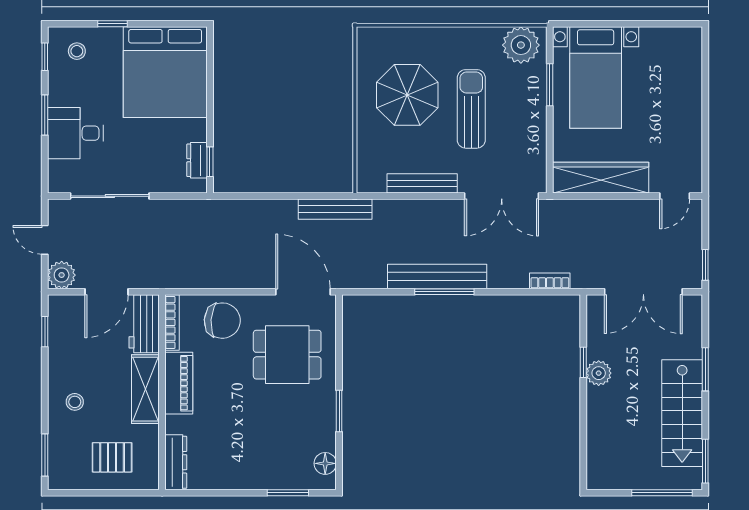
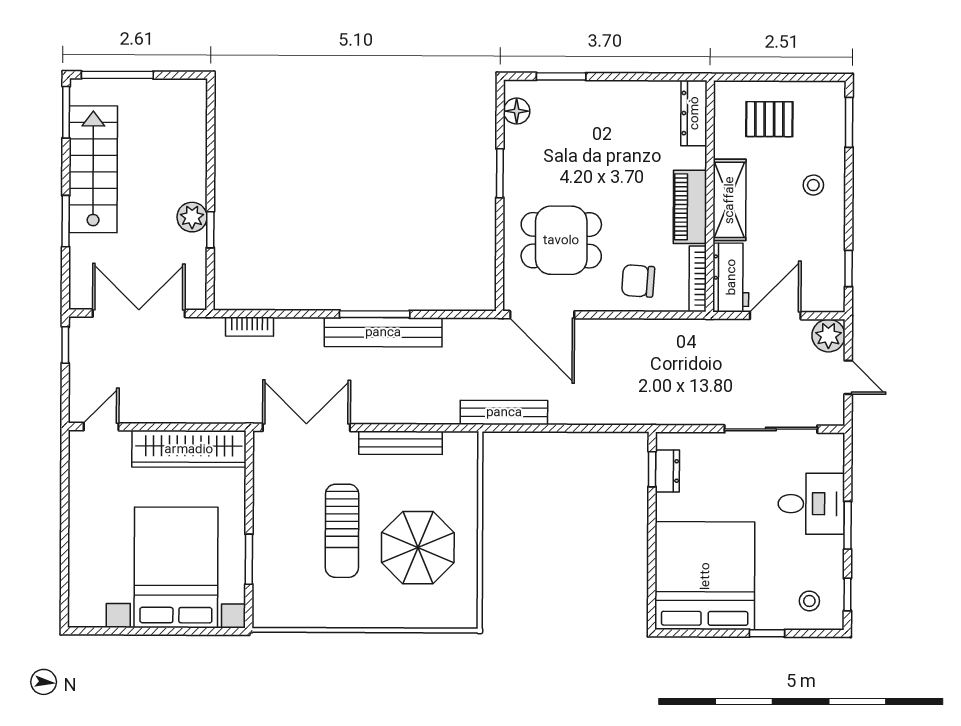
plant: (521, 45) -> (283, 606), removed
bed with nightstands: (596, 78) -> (176, 567), width x1.36
chair: (222, 321) -> (638, 281), width x0.73, depth x0.73

